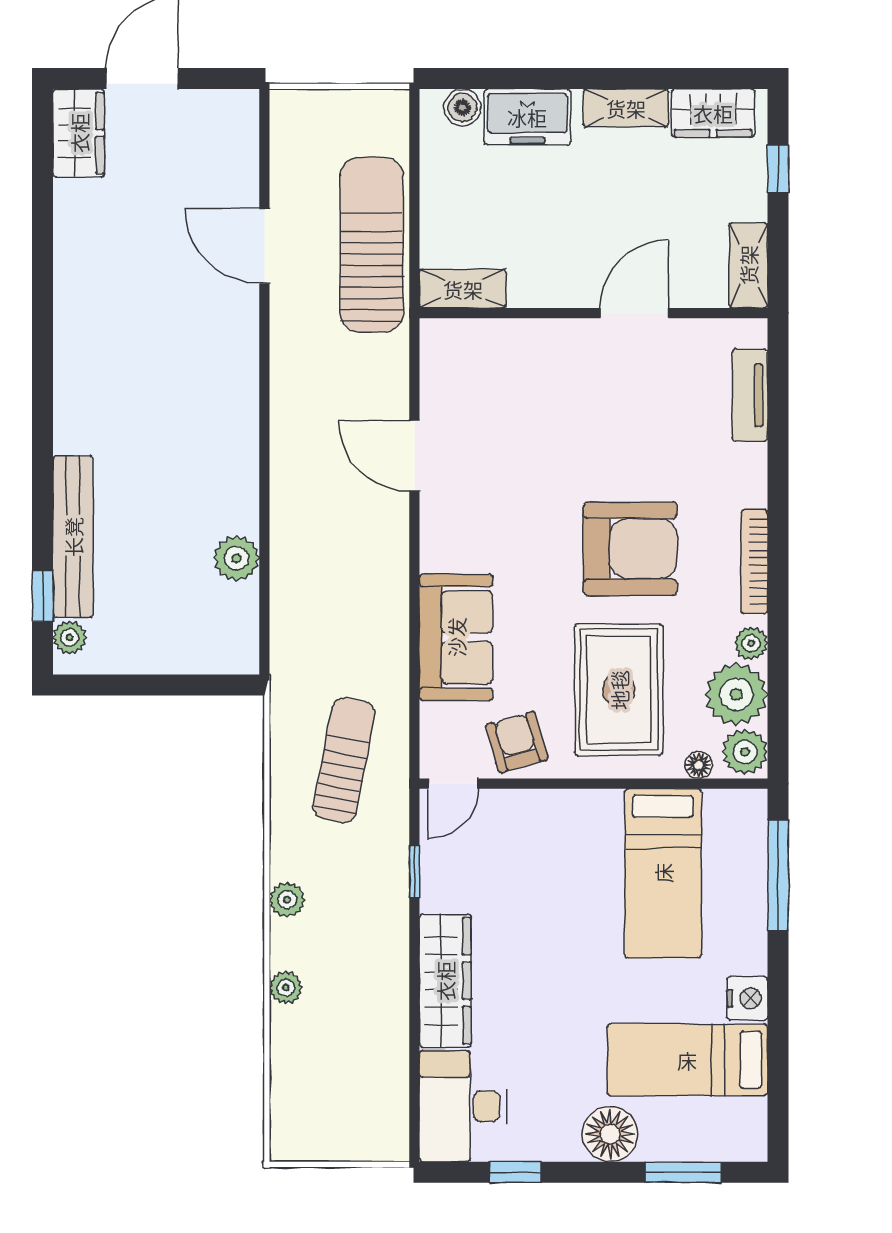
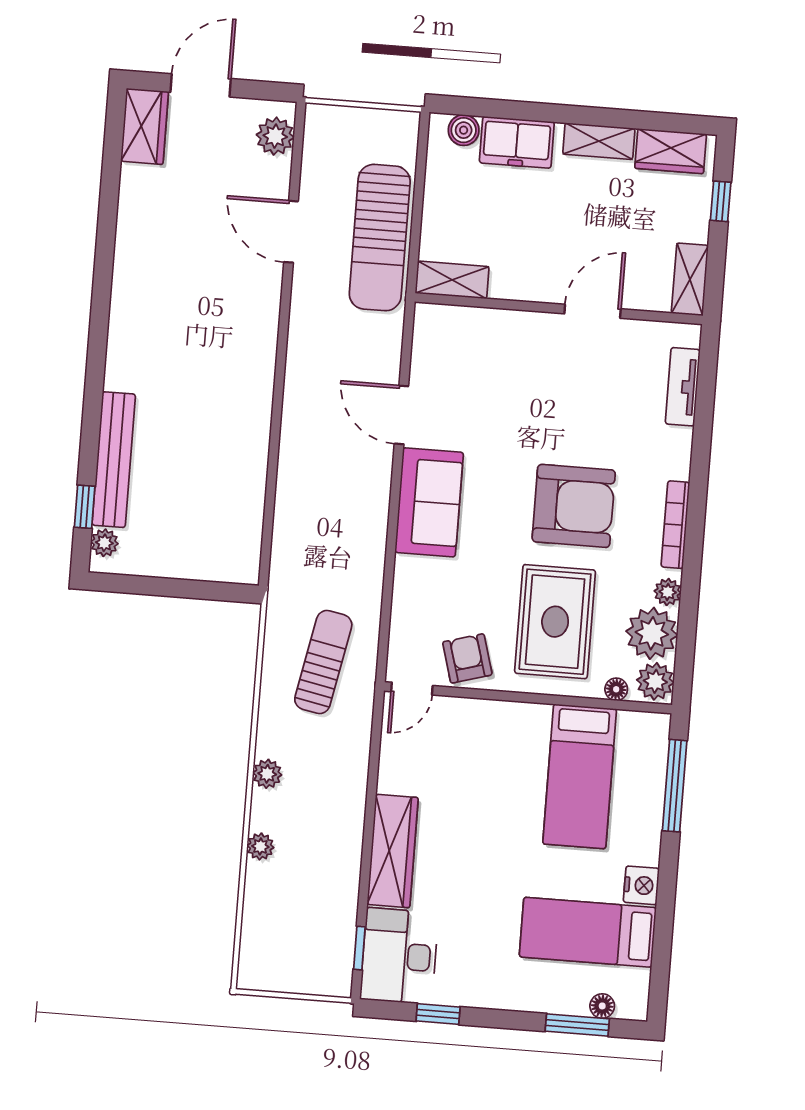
sun lounger: (372, 245) -> (380, 238), turned 180
plant: (236, 558) -> (275, 136), moved
sofa: (456, 637) -> (429, 502), moved
window: (414, 871) -> (359, 948), moved
floor lamp: (610, 1134) -> (602, 1006), moved, width x0.53, depth x0.53

